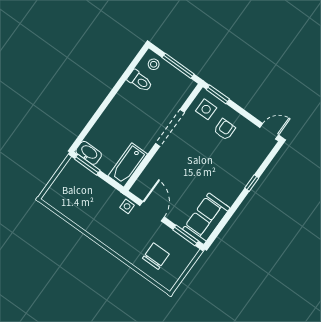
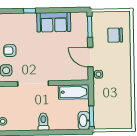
toilet: (140, 81) -> (43, 122), moved
door: (152, 211) -> (90, 57), hinge flipped
sofa: (206, 219) -> (54, 22), moved

